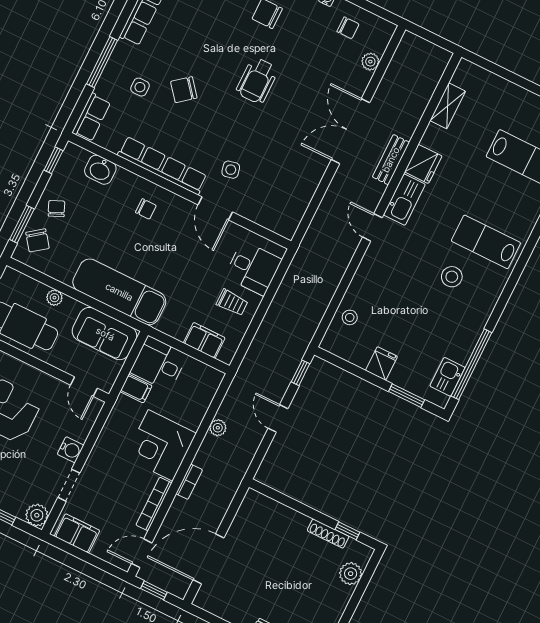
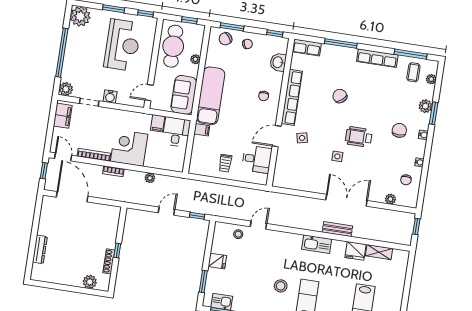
window: (426, 35) -> (416, 227), added
side table: (140, 87) -> (337, 156), moved
fridge: (423, 164) -> (356, 251), moved
door: (372, 227) -> (259, 225), moved
desk: (253, 268) -> (257, 159), moved, turned -90
filing cabinet: (204, 340) -> (202, 130), moved, width x0.50
window: (347, 531) -> (117, 250), moved

